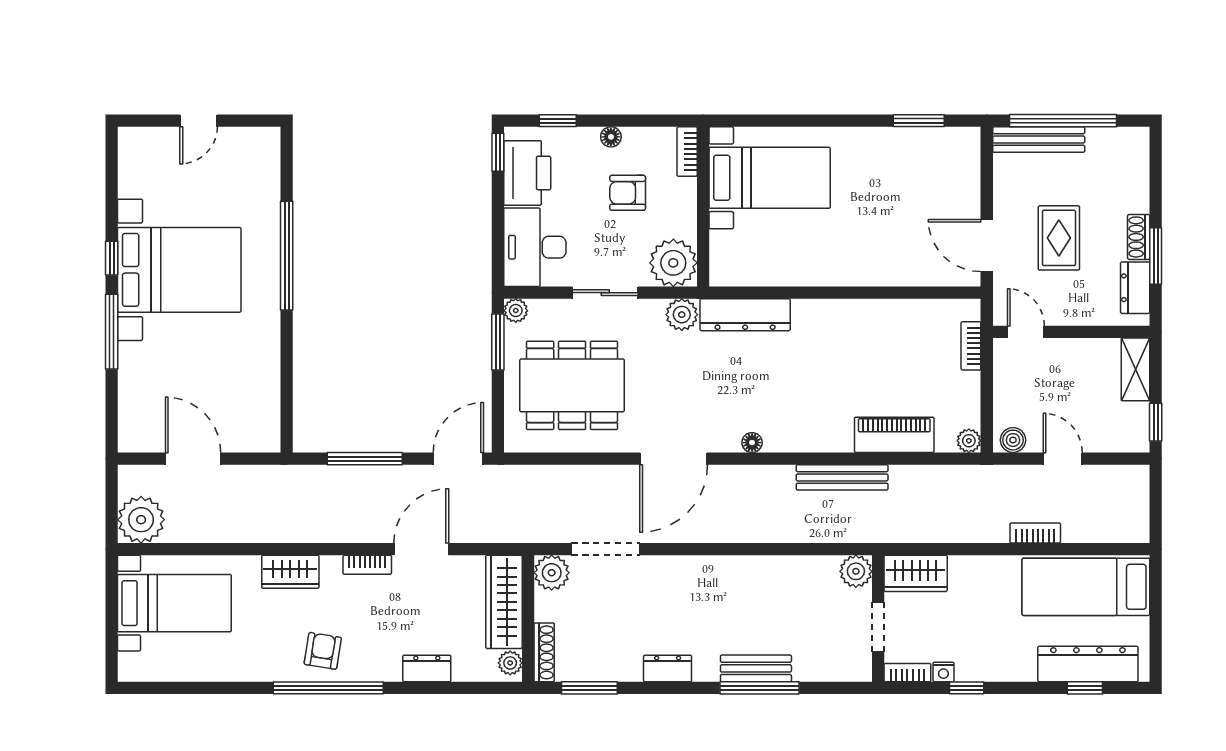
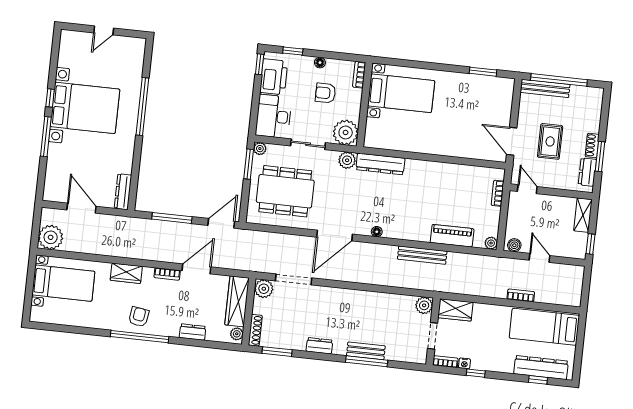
dresser: (268, 419) -> (123, 192), added

